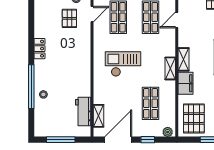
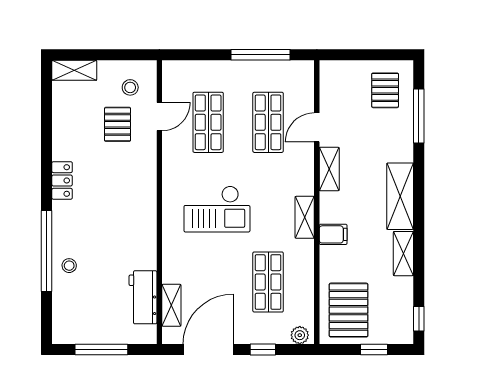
shelving: (184, 59) -> (329, 169), moved
checkout: (123, 64) -> (217, 209), turned 180
filing cabinet: (186, 83) -> (333, 234), width x0.50

